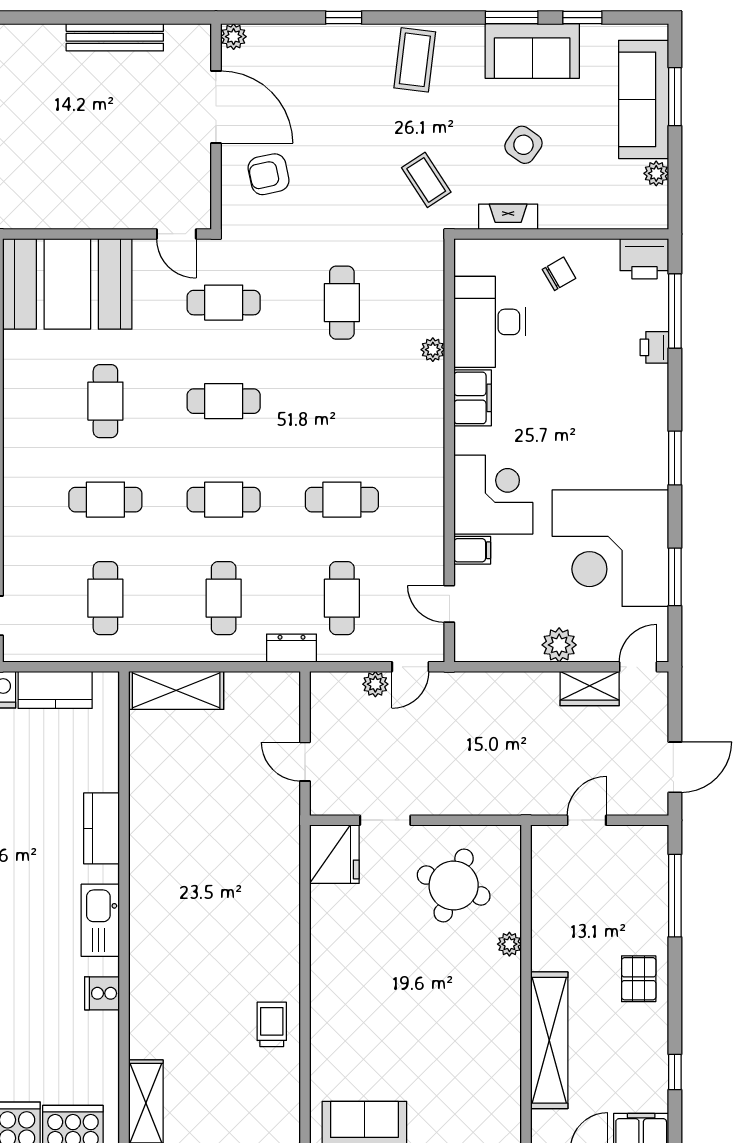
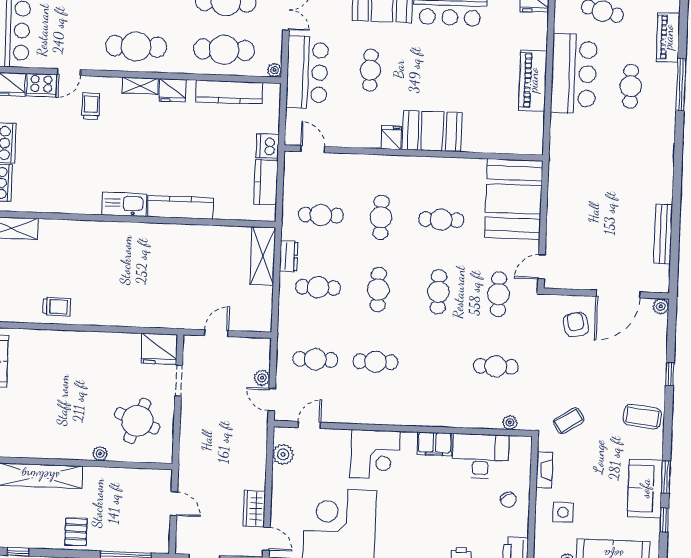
side table: (523, 145) -> (563, 512), moved, turned -35
plant: (433, 350) -> (510, 422), moved
cafe table: (342, 500) -> (375, 362), turned 90
filing cabinet: (472, 550) -> (341, 440), removed
plant: (559, 645) -> (283, 454), moved
dresser: (291, 648) -> (289, 256), moved
kitchen counter: (102, 828) -> (180, 207), width x1.50
pallet: (639, 979) -> (76, 532), turned 90
cooker: (102, 993) -> (80, 204), removed

